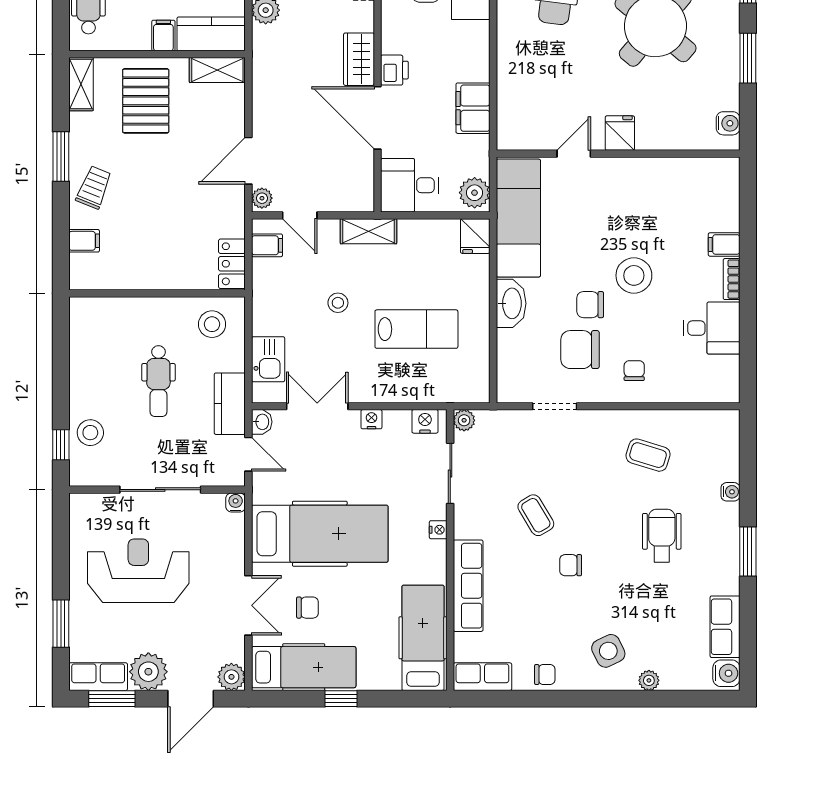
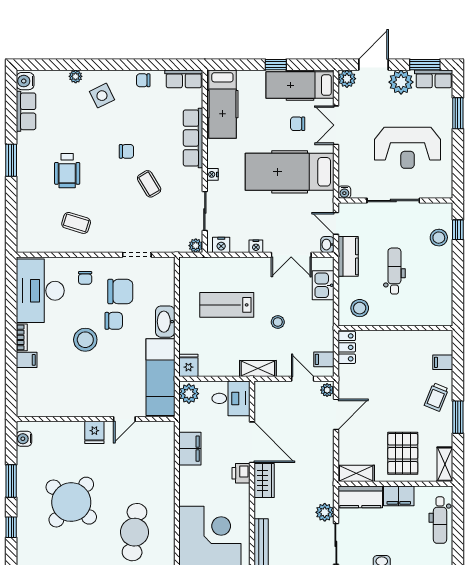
filing cabinet: (163, 35) -> (399, 496), width x2.00
desk: (712, 328) -> (40, 291), width x1.87, depth x1.30
water cooler: (730, 492) -> (22, 199), removed

